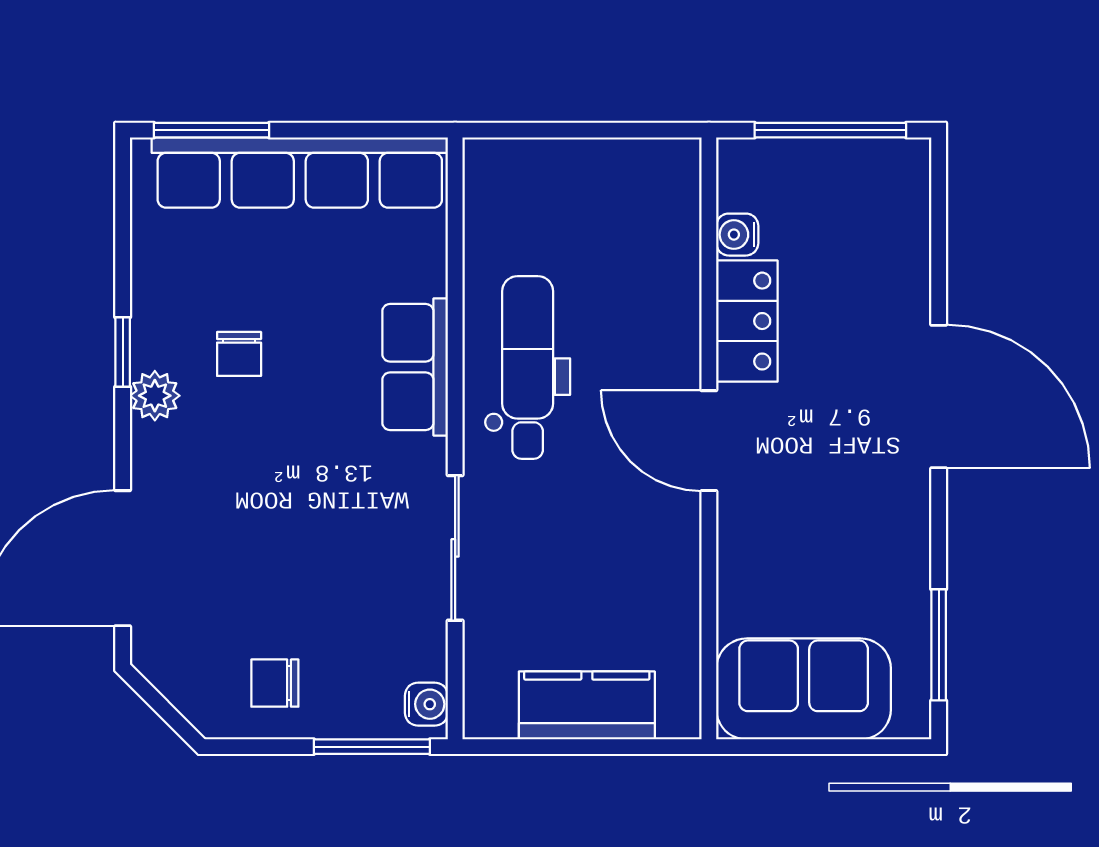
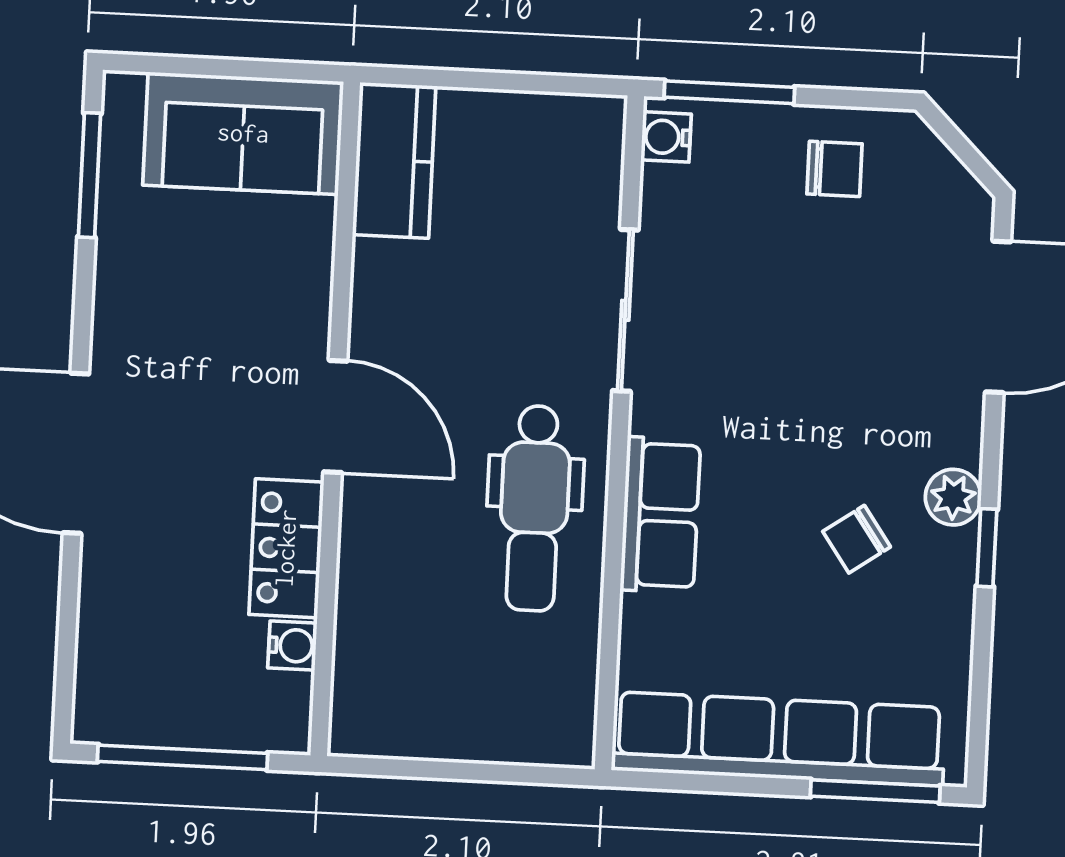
chair: (239, 354) -> (857, 539), turned -125
kitchen counter: (587, 705) -> (394, 160), moved, turned -90

